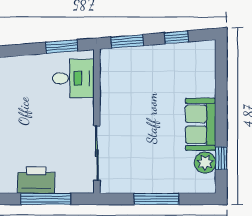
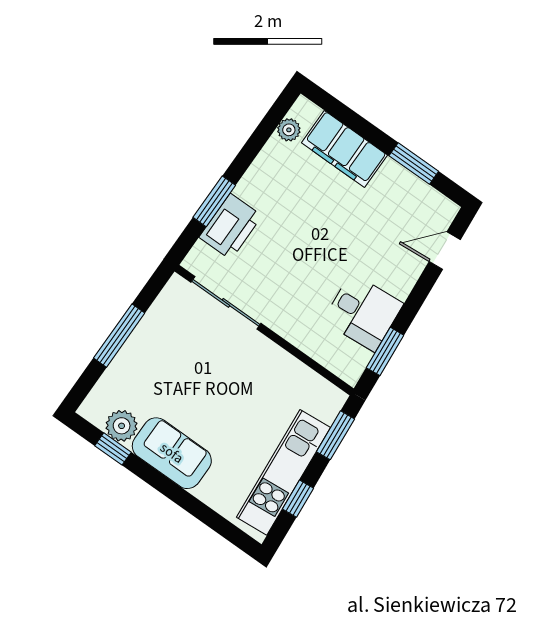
kitchen unit: (168, 55) -> (283, 472), added
desk: (73, 78) -> (363, 312), moved, turned -95
printer: (36, 180) -> (230, 226), moved
window: (46, 199) -> (214, 201), width x0.69

